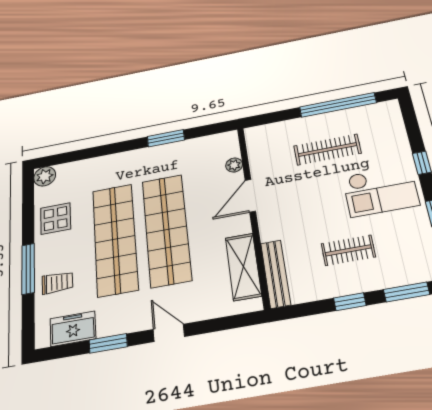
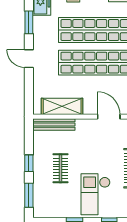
door: (169, 333) -> (29, 59), swing flipped

